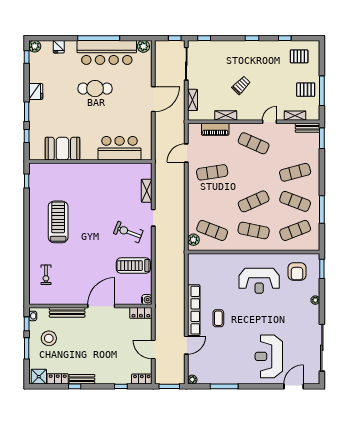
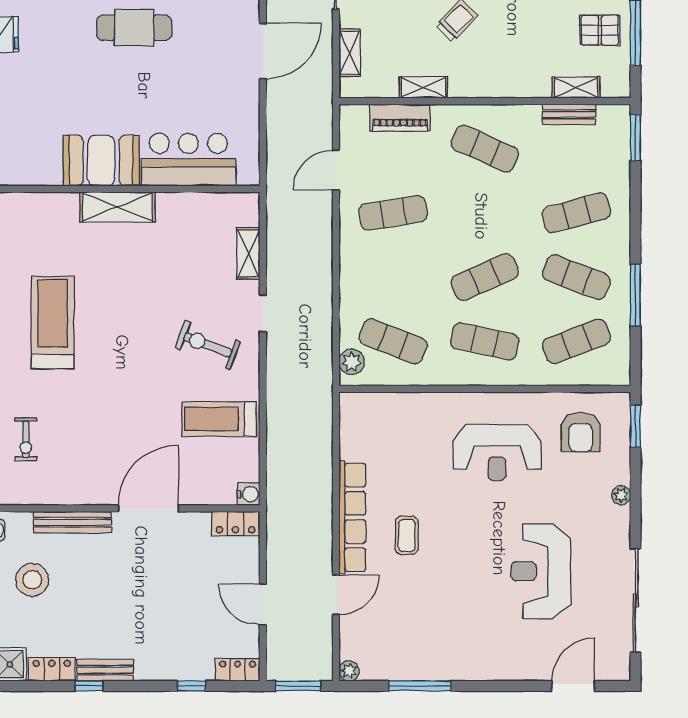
door: (269, 122) -> (520, 101), removed
bench: (308, 128) -> (569, 114), moved
booth: (62, 149) -> (101, 161), moved
shelving: (87, 170) -> (117, 207), added
reception desk: (269, 356) -> (541, 571), moved

